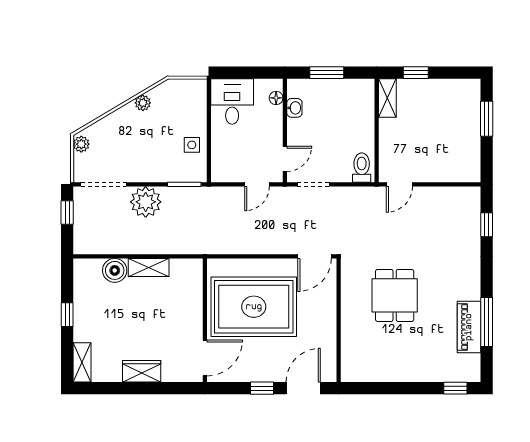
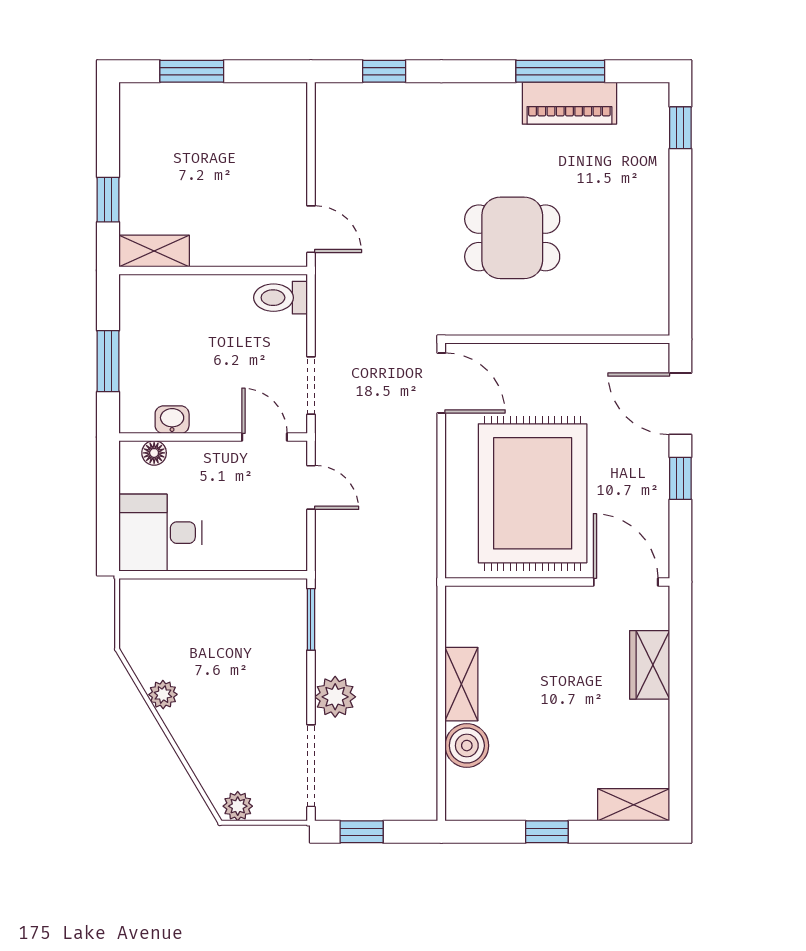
side table: (192, 145) -> (239, 606), removed
plant: (146, 202) -> (335, 697), width x0.73, depth x0.73
wardrobe: (142, 371) -> (650, 665), moved

